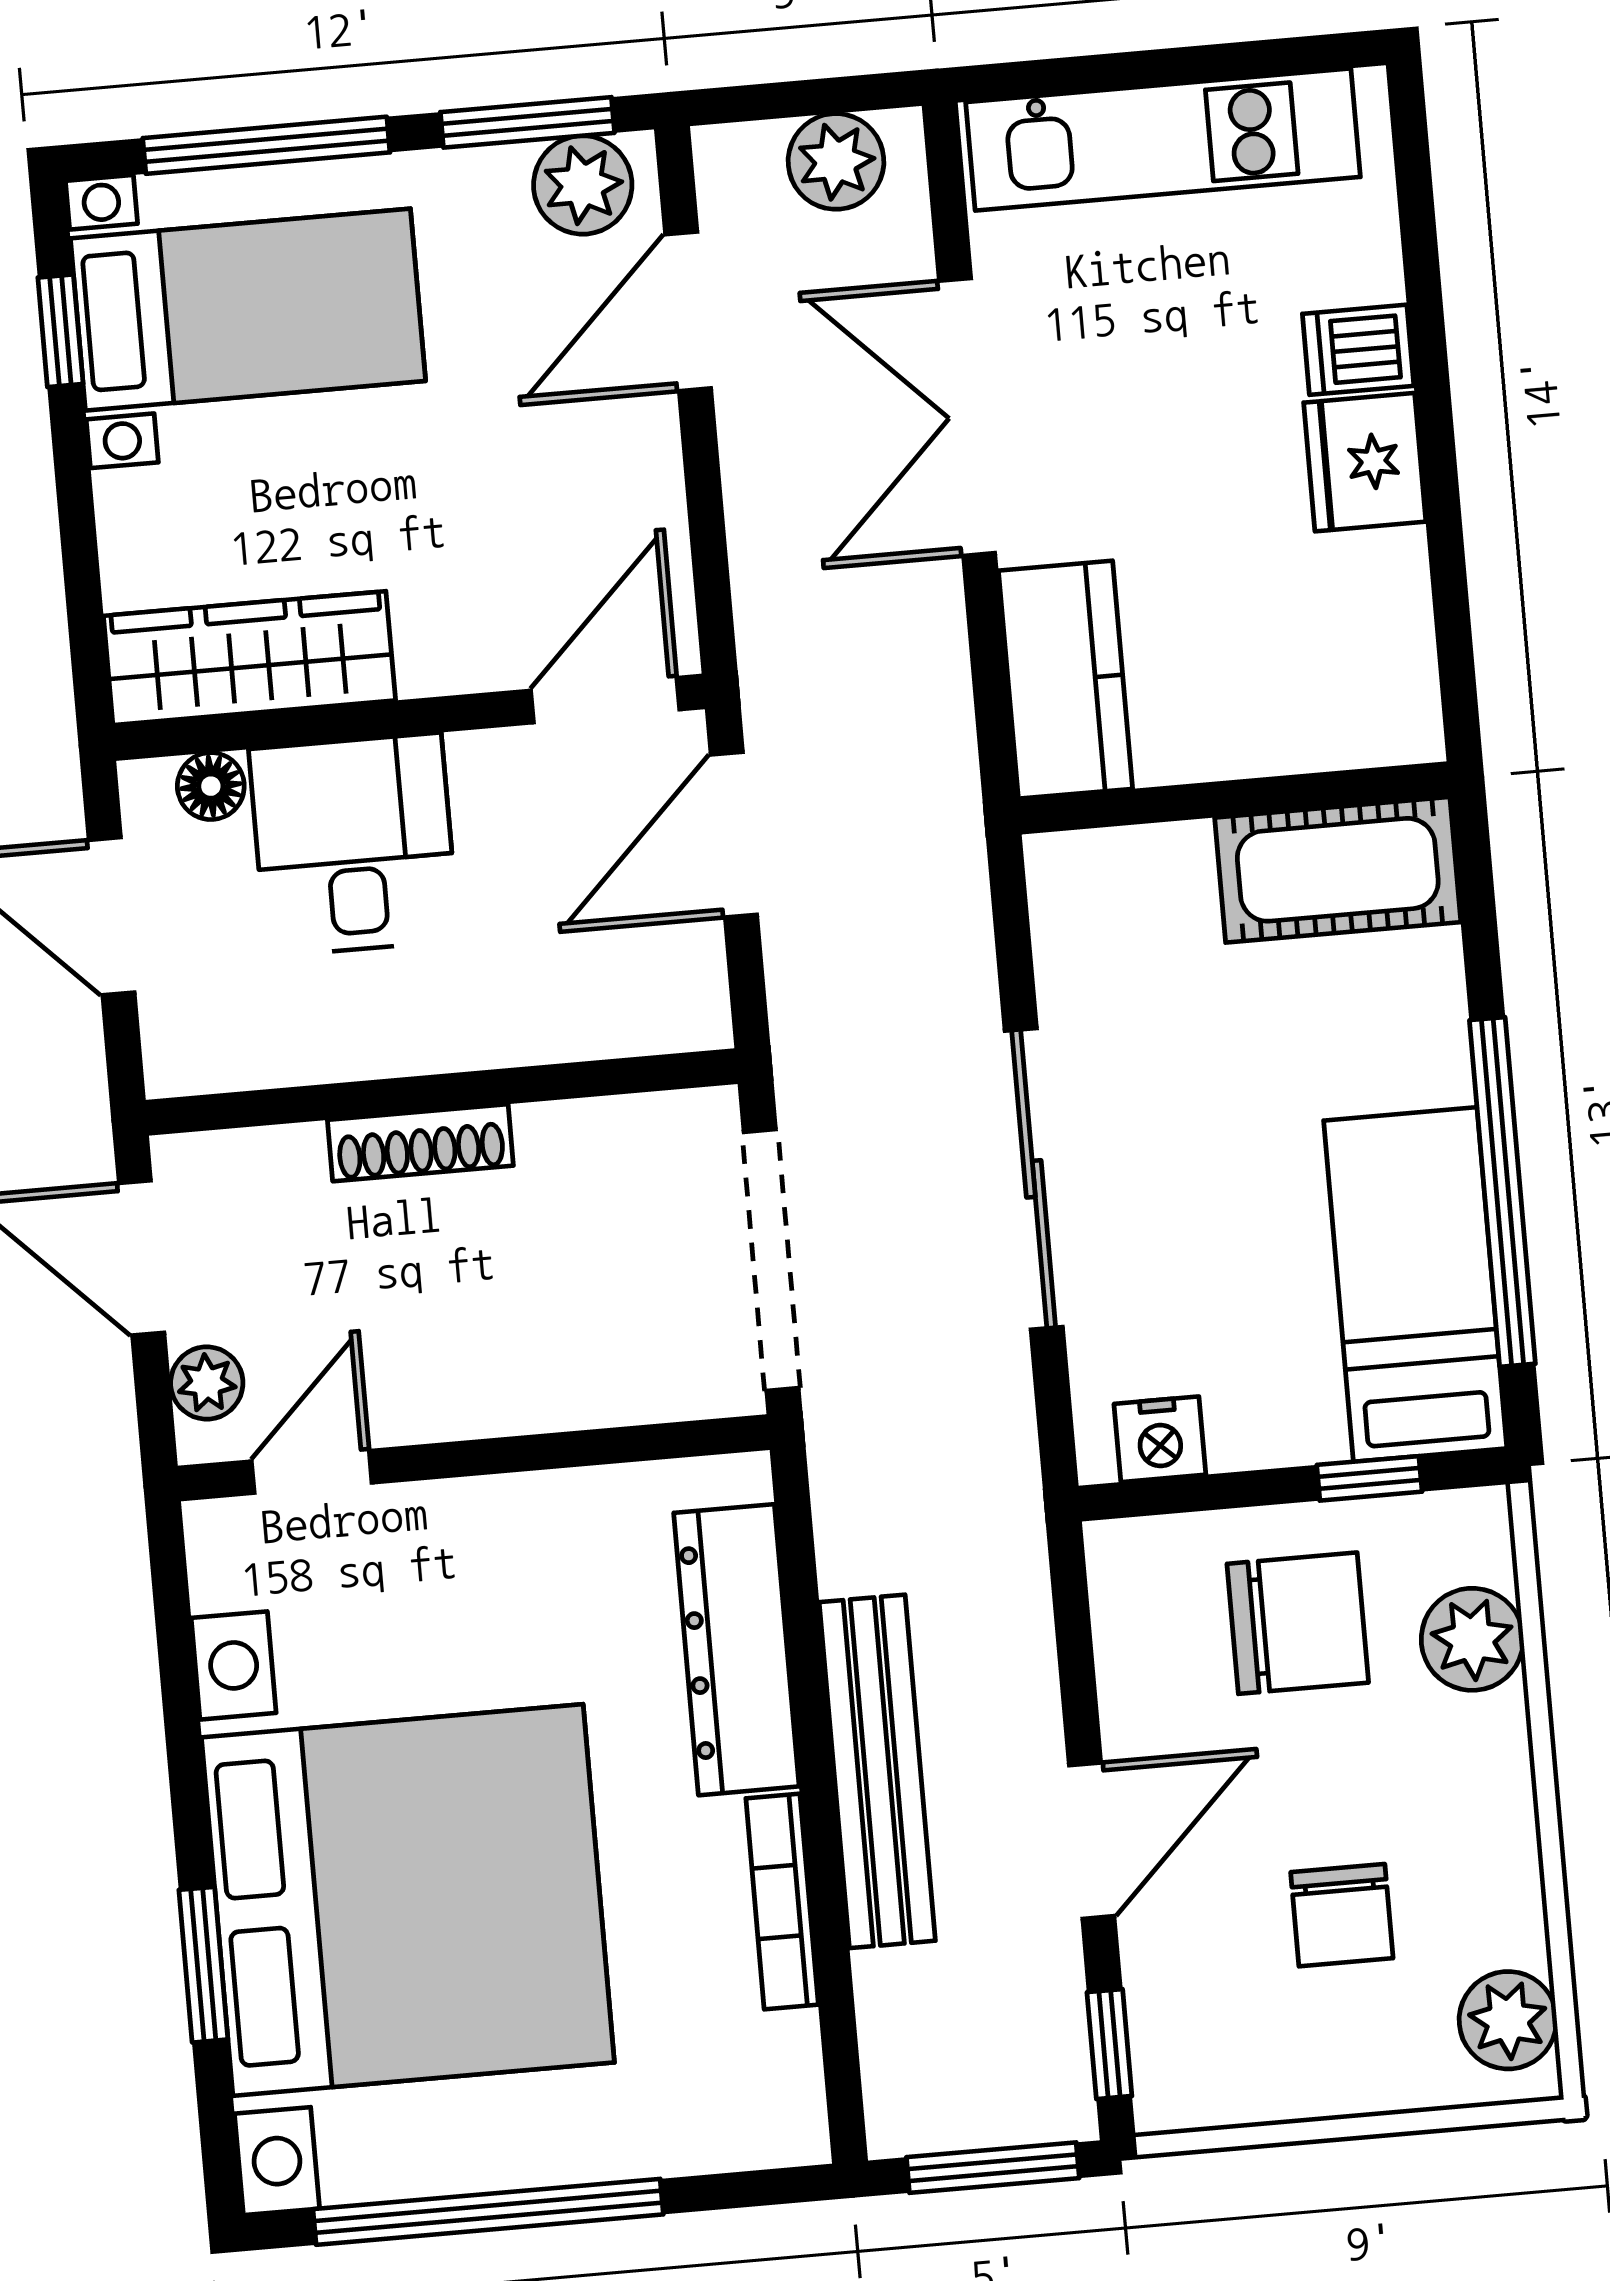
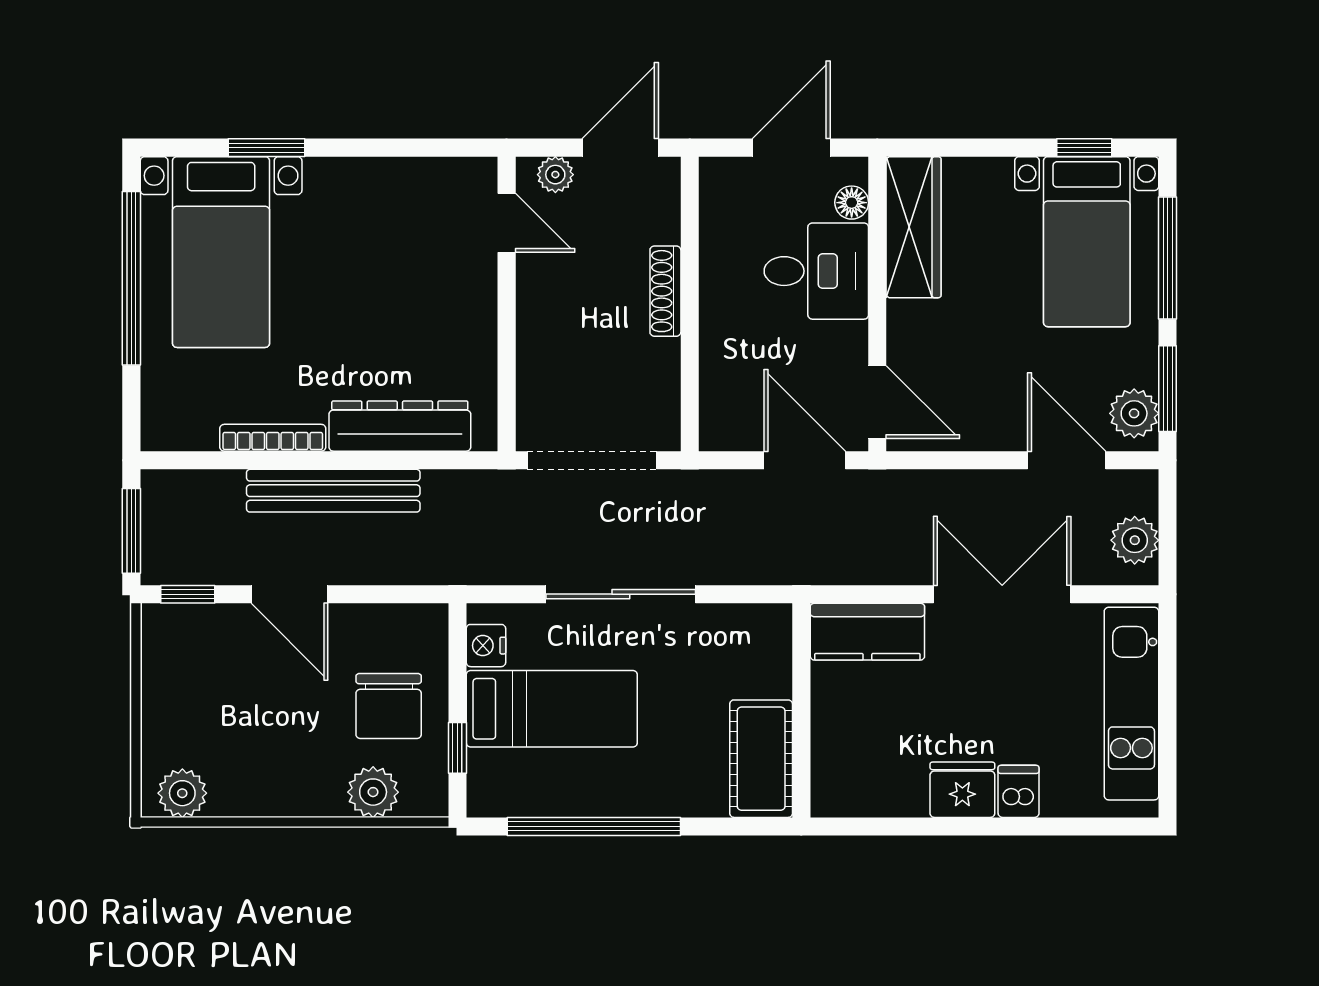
bed: (1415, 1284) -> (552, 709), moved
bed with nightstands: (408, 1900) -> (221, 252), width x0.54
chair: (1342, 1915) -> (242, 715), removed

